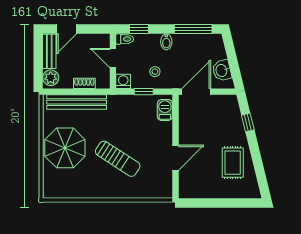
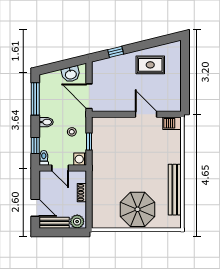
door: (113, 58) -> (60, 168), hinge flipped
bench: (77, 102) -> (175, 190), moved
barbecue: (165, 110) -> (172, 123), moved
sun lounger: (118, 159) -> (147, 164), removed

